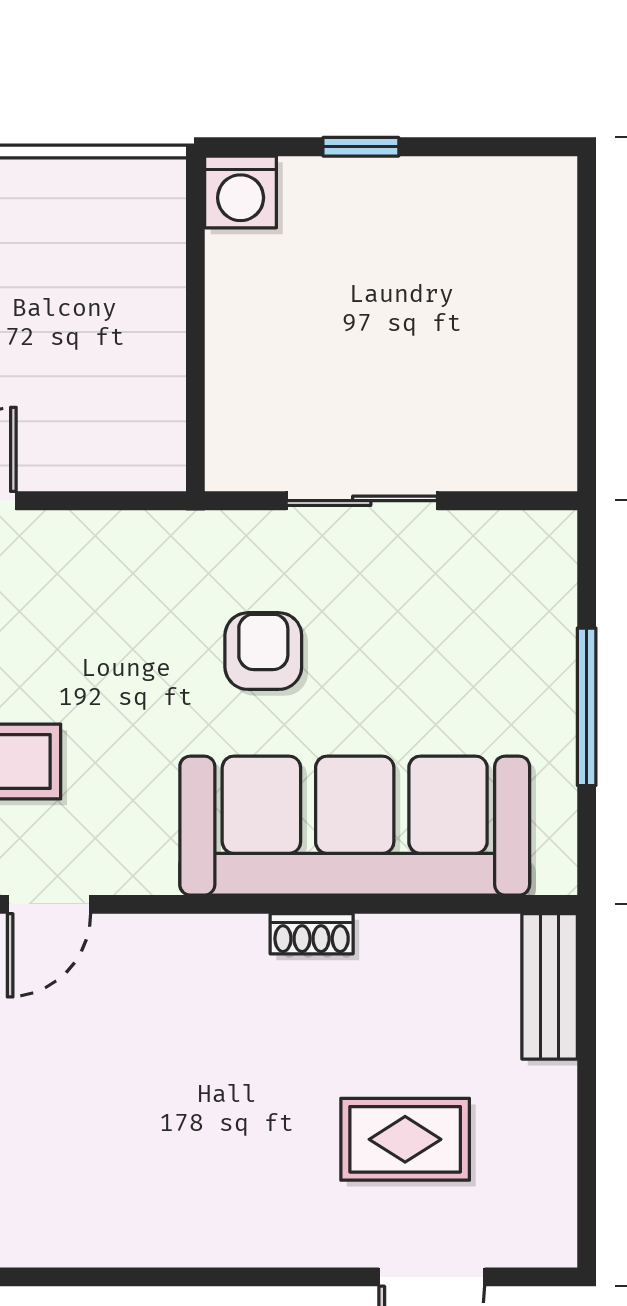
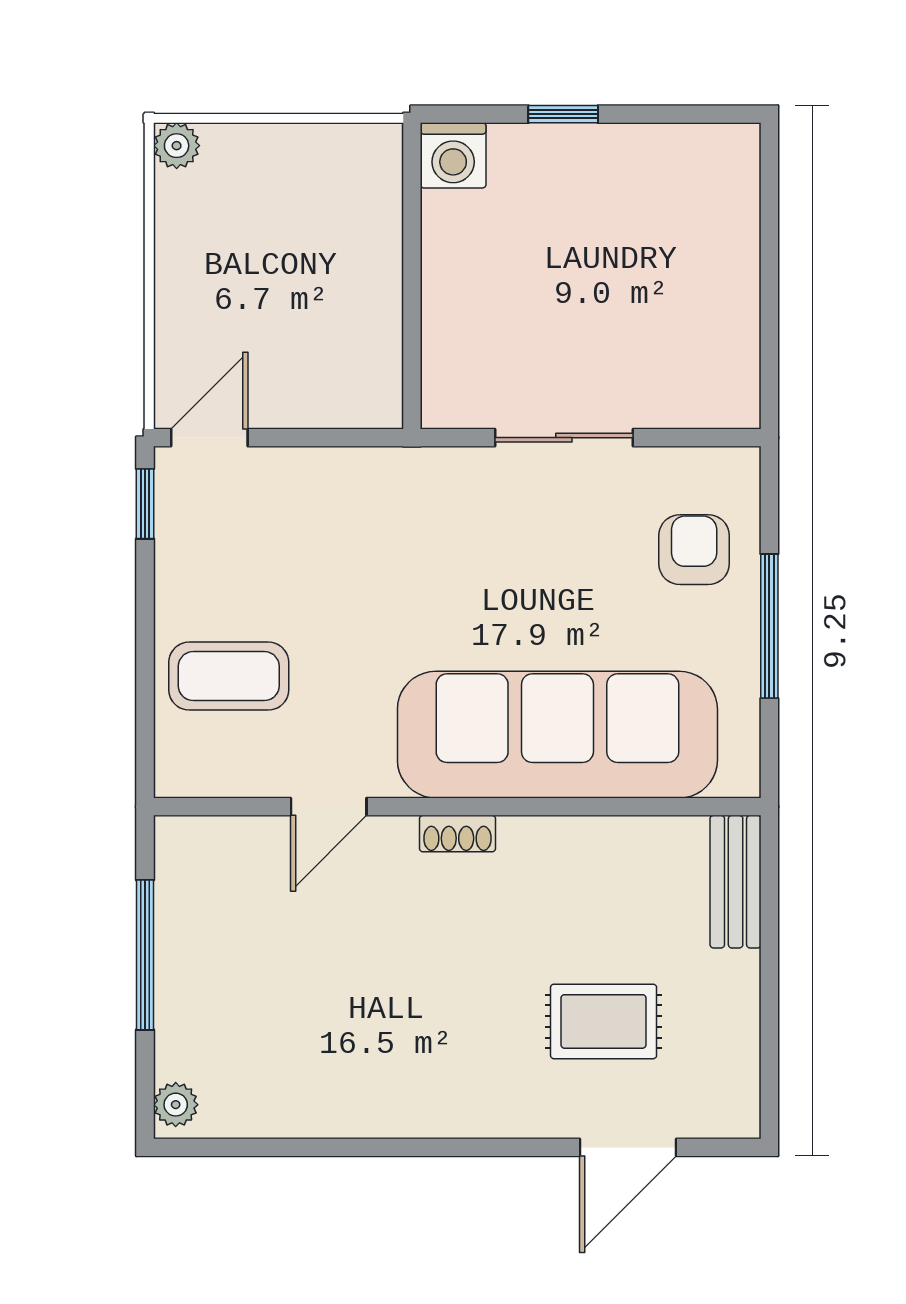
armchair: (263, 651) -> (694, 550), moved
door: (49, 904) -> (329, 807), moved
shoe rack: (312, 934) -> (457, 834), moved

